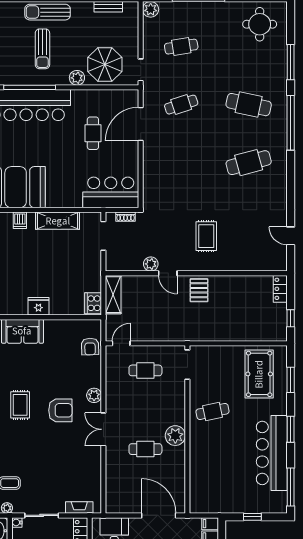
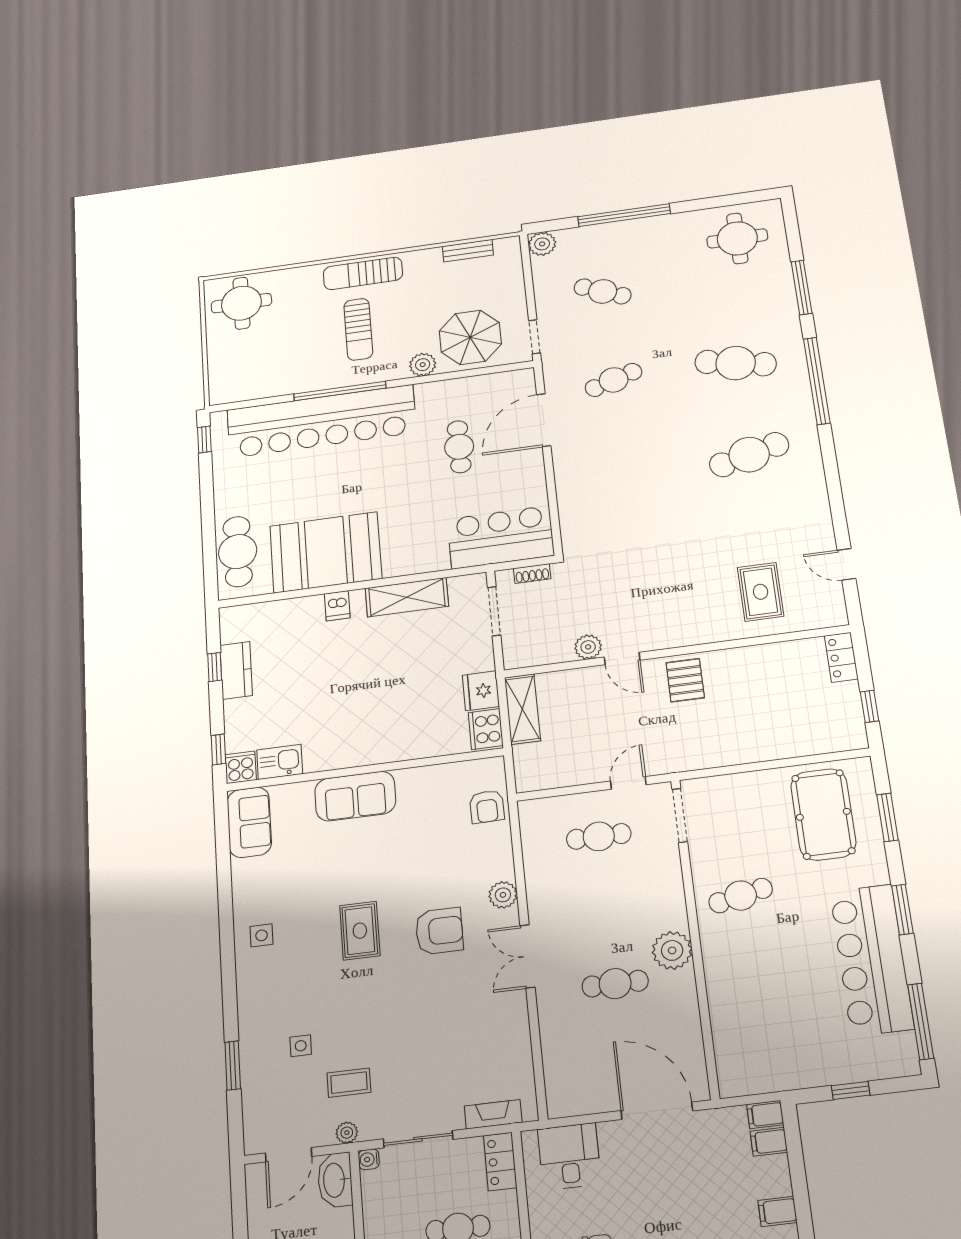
cafe table: (181, 47) -> (603, 291), turned 33
rug: (206, 236) -> (761, 592), moved
fridge: (38, 306) -> (481, 691), moved, turned -90
door: (121, 343) -> (628, 783), moved

